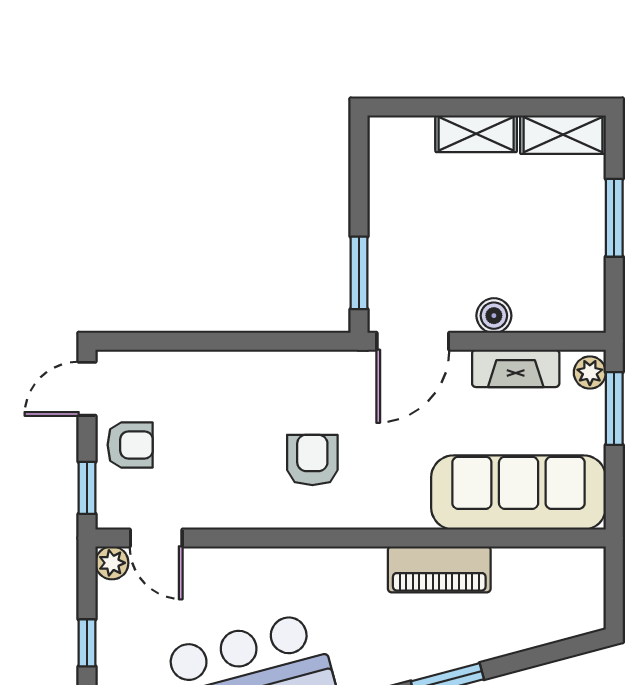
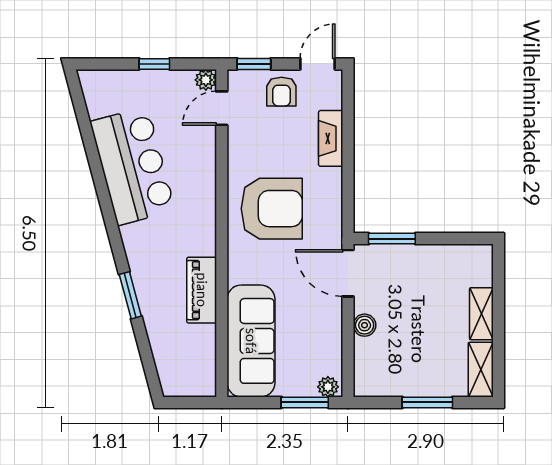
fireplace: (516, 368) -> (331, 138), moved
door: (87, 389) -> (318, 64), hinge flipped
armchair: (312, 460) -> (272, 209), width x1.88, depth x1.88

